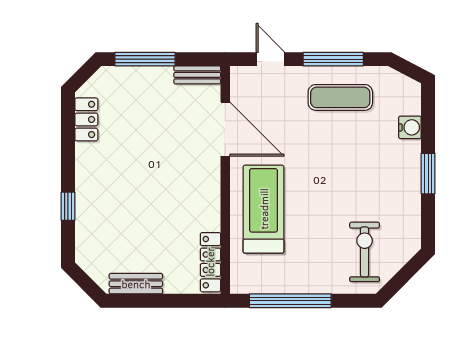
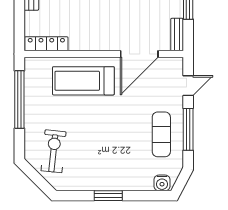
water cooler: (410, 127) -> (162, 183), moved
treadmill: (264, 209) -> (83, 81), turned 180
exercise bike: (365, 252) -> (54, 151), turned -84

